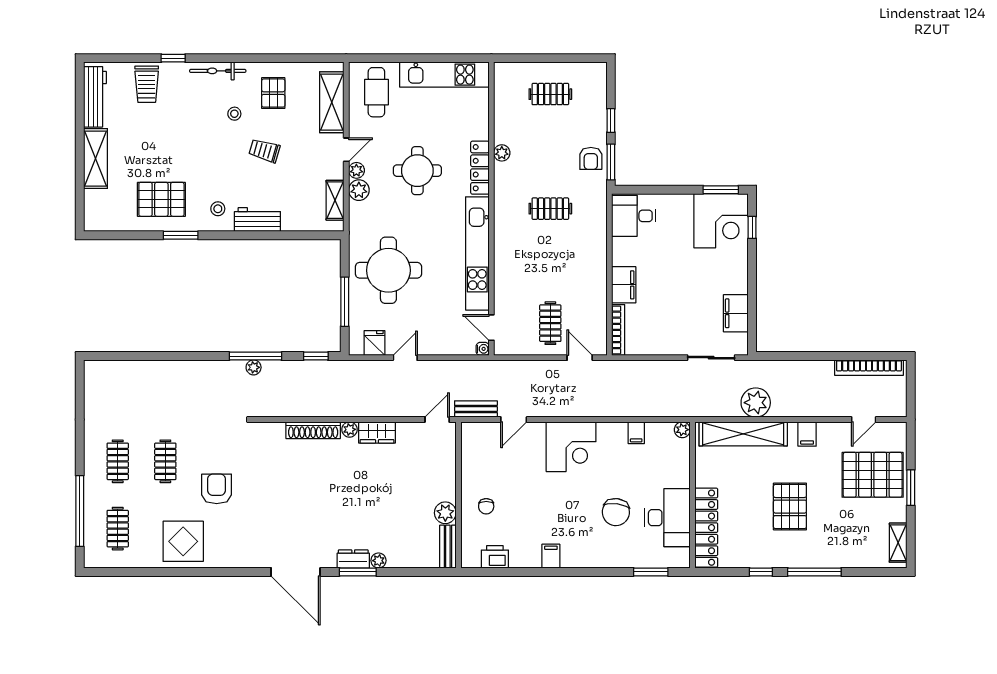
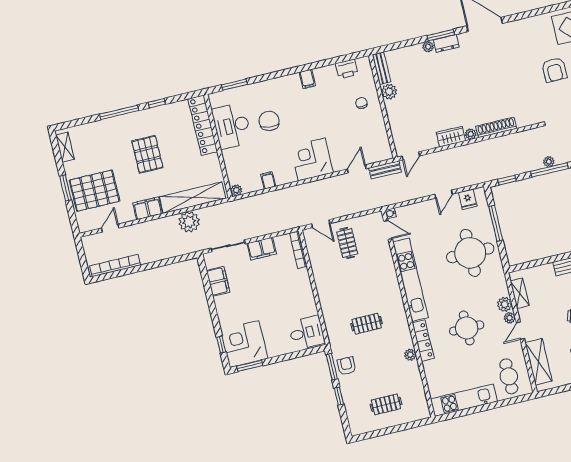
filing cabinet: (624, 285) -> (262, 249), moved, turned -90
filing cabinet: (807, 434) -> (148, 208), width x2.00

